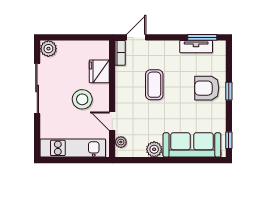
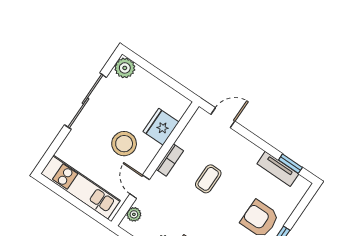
window: (202, 37) -> (290, 164), width x0.67
bookcase: (120, 53) -> (170, 160), moved
coffee table: (154, 85) -> (208, 179), width x0.73, depth x0.77

